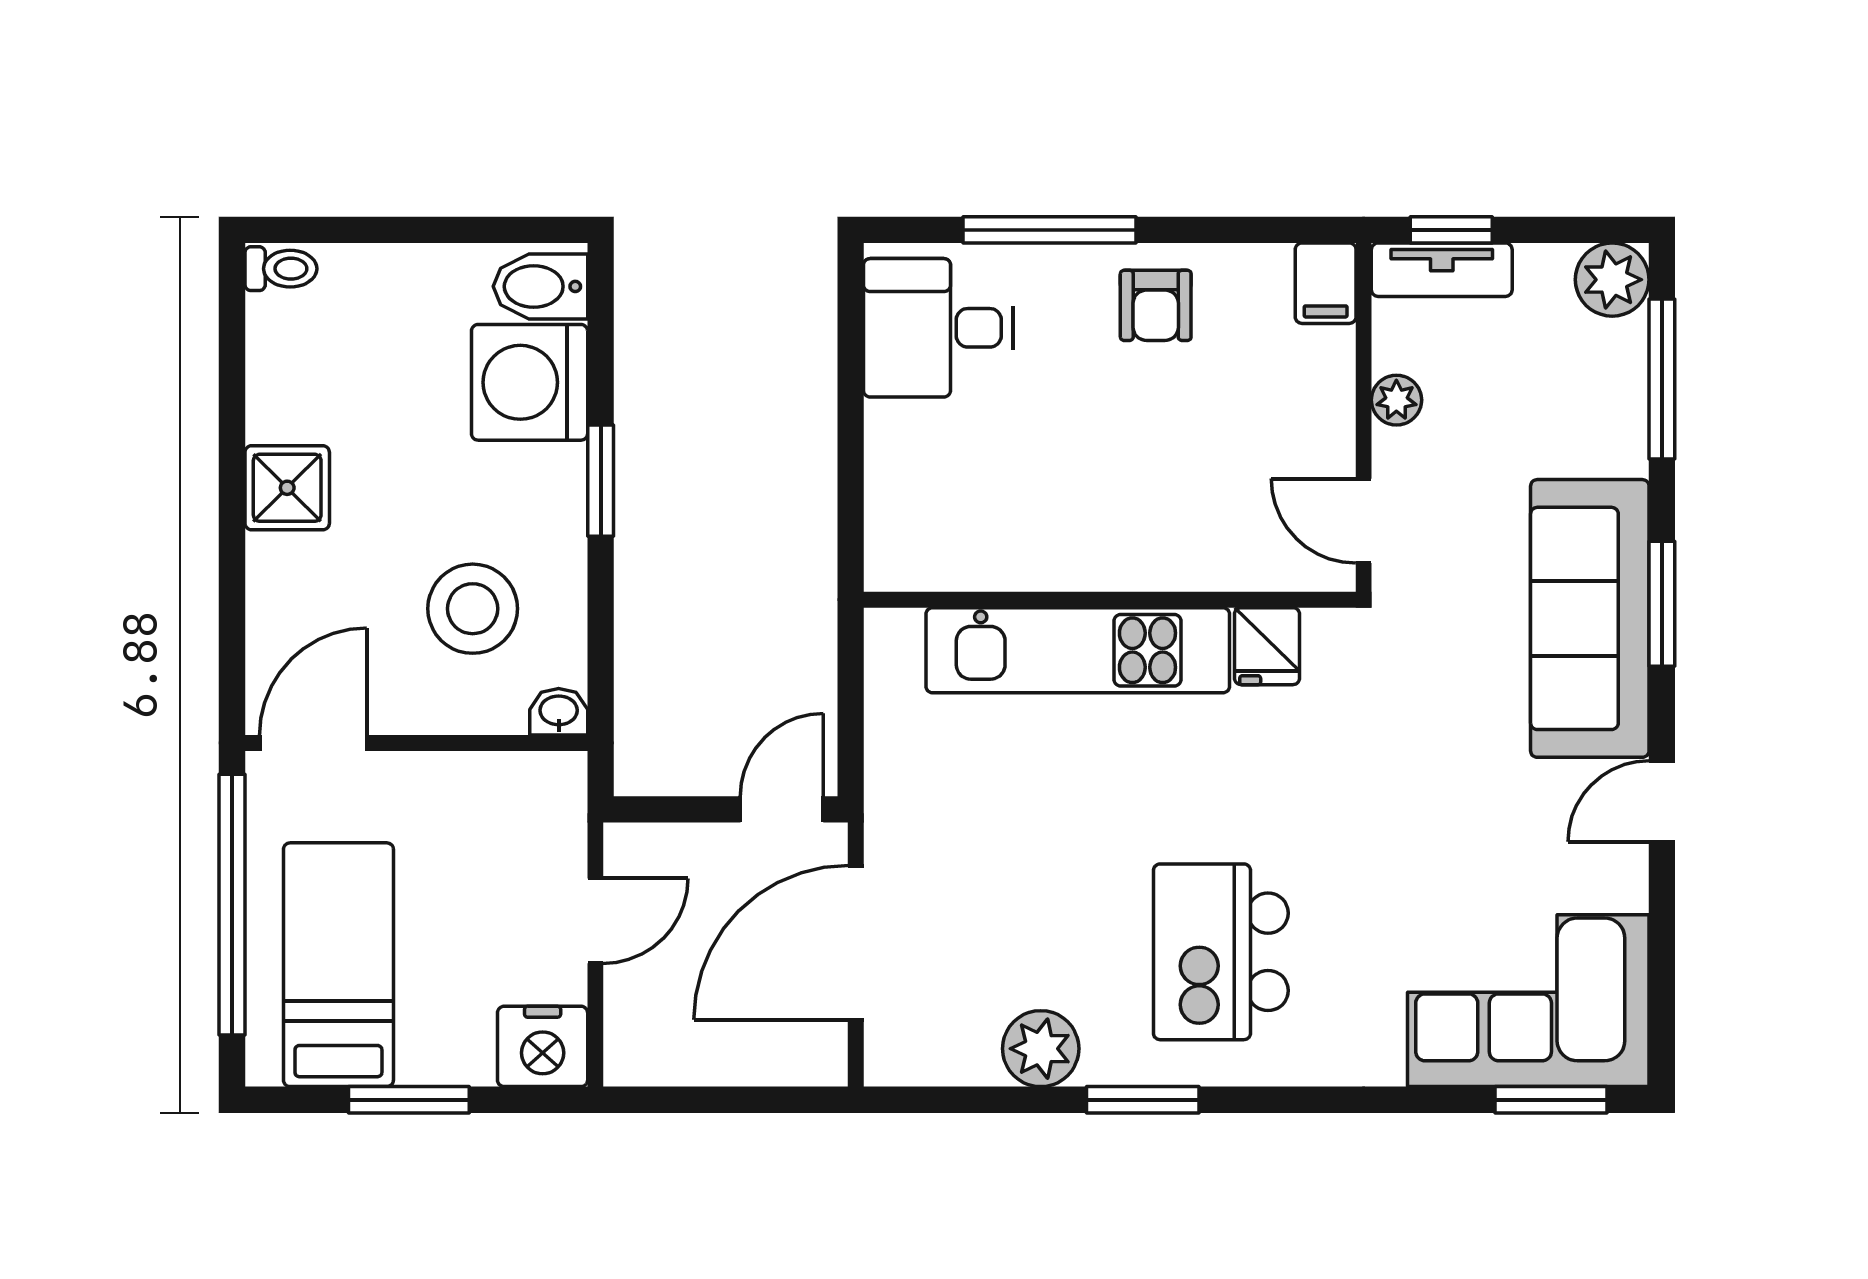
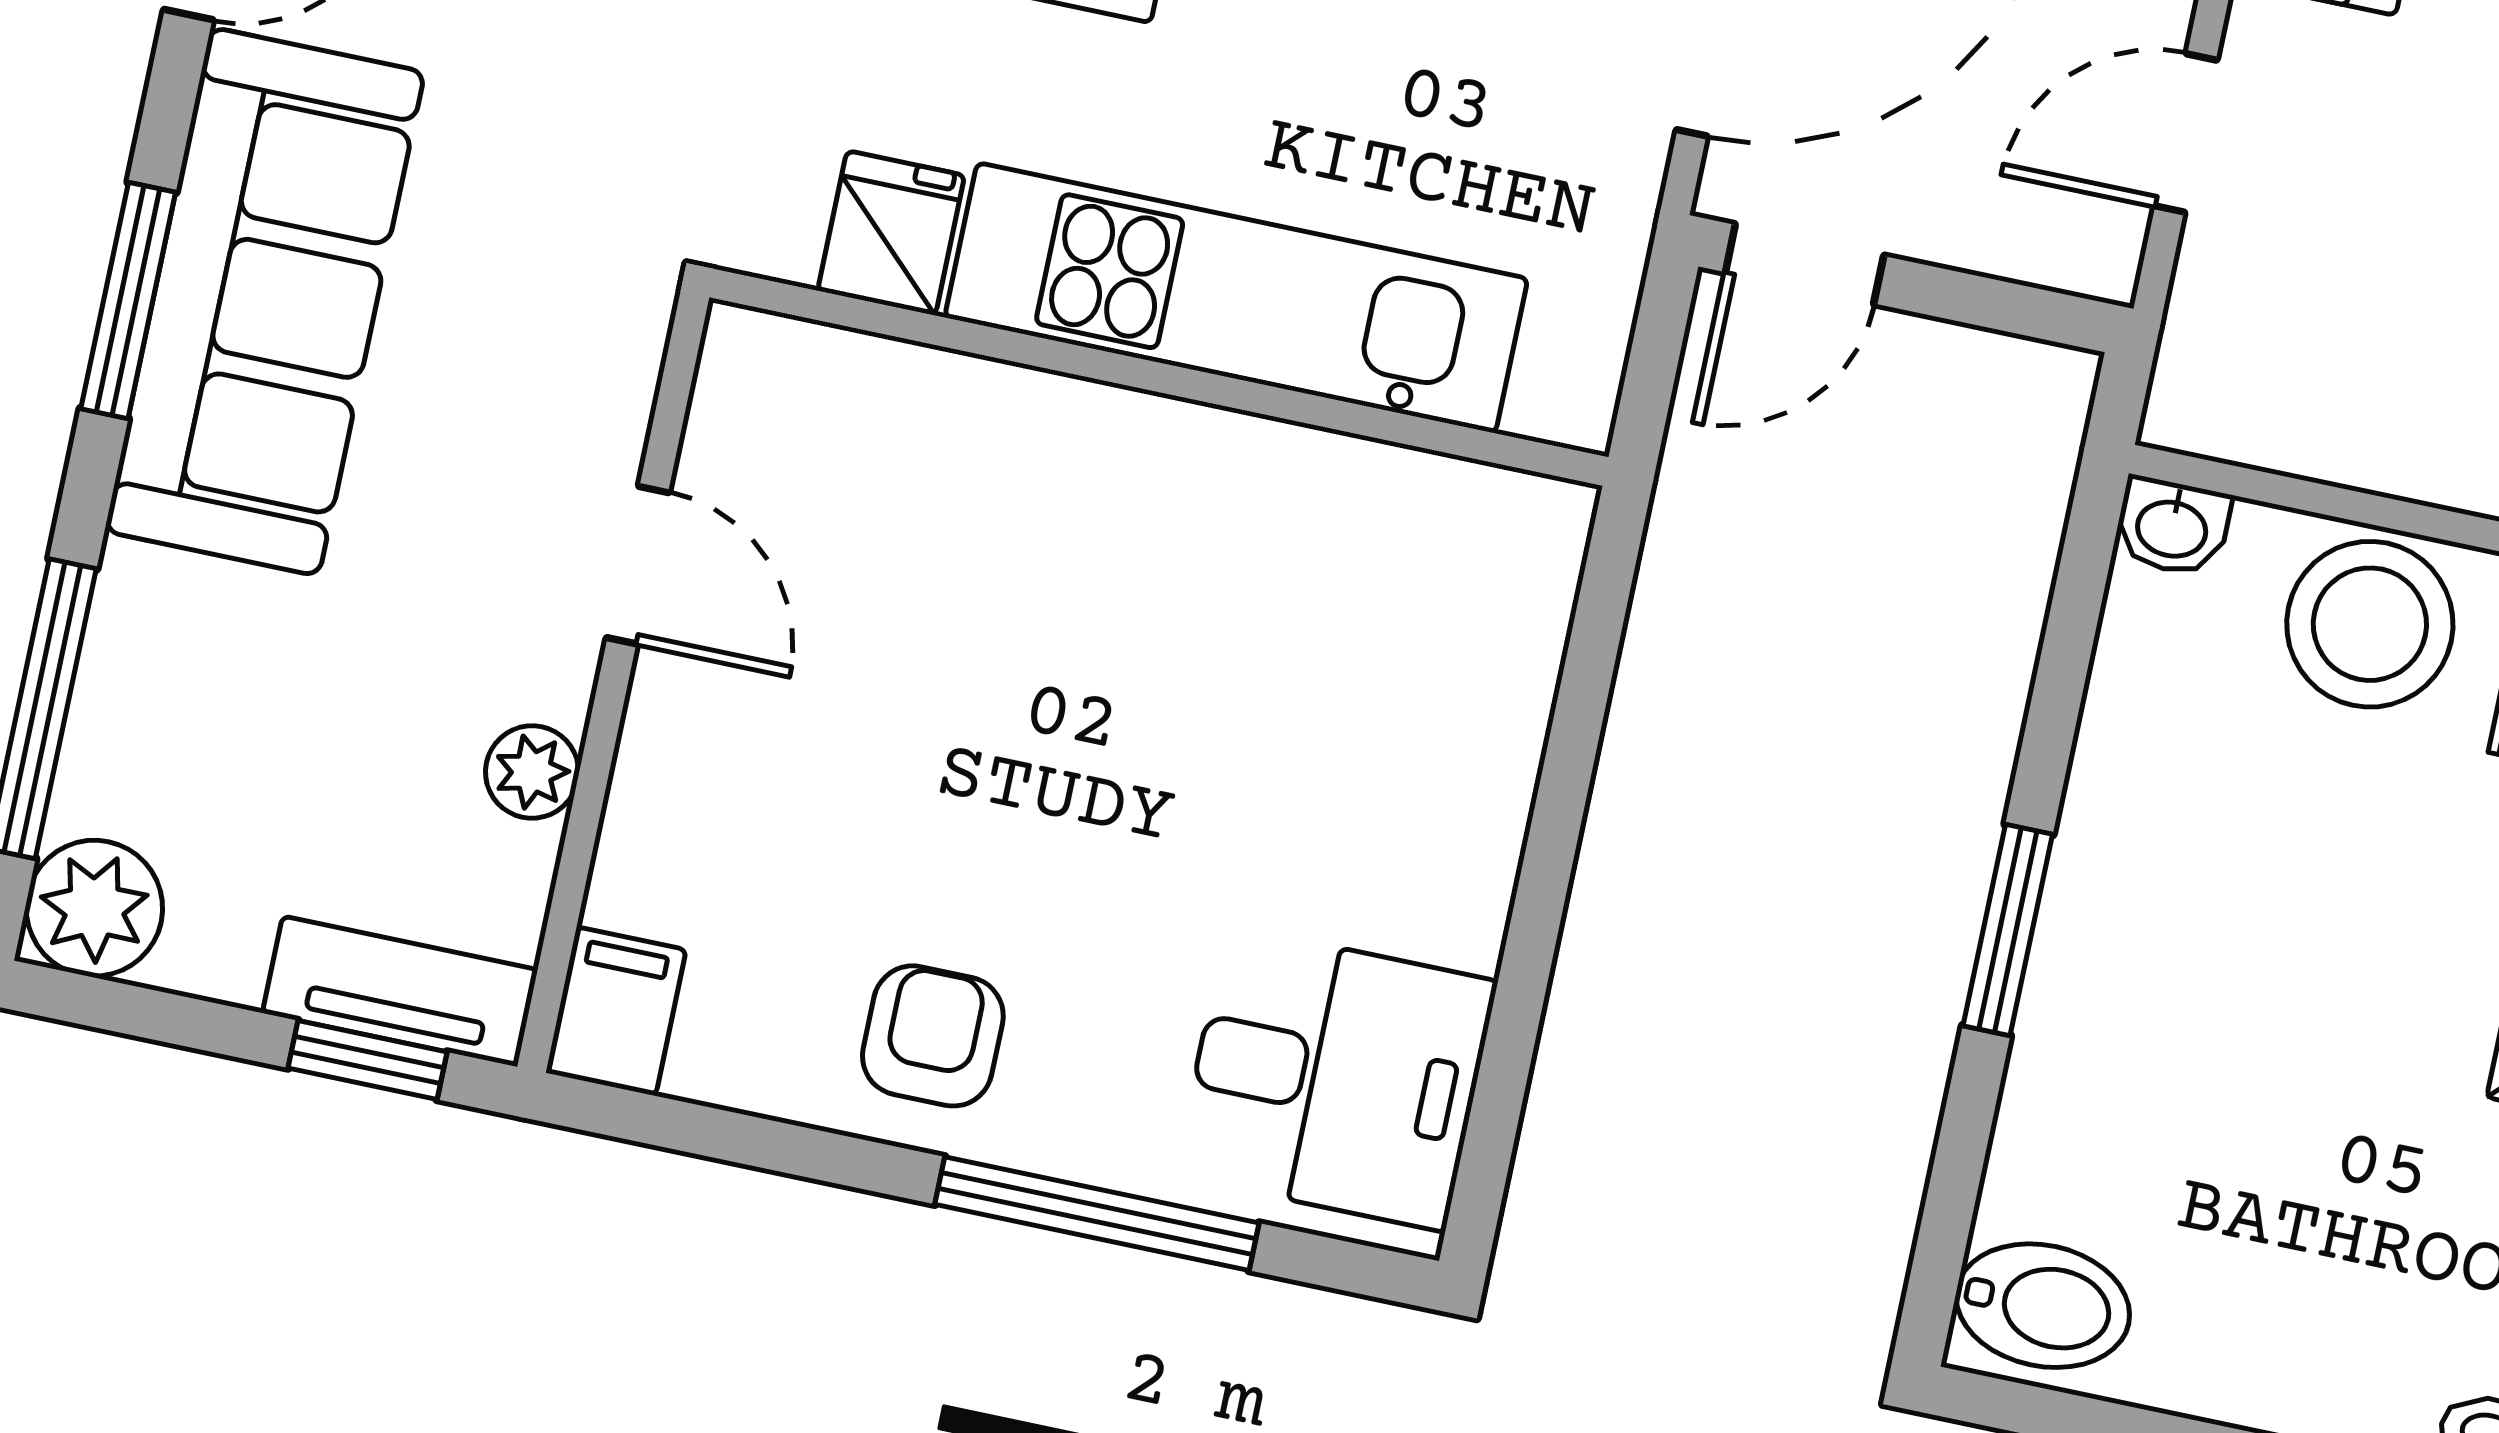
washing machine: (530, 382) -> (2099, 1136), removed
wall: (1110, 600) -> (1159, 377), moved
stool: (473, 609) -> (2370, 624), moved
fridge: (1267, 646) -> (891, 233), moved
kitchen unit: (1078, 650) -> (1236, 298), moved

